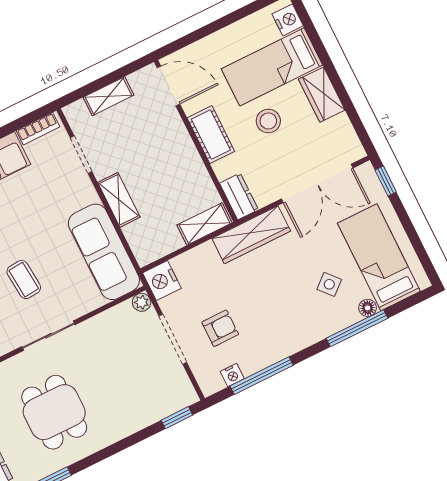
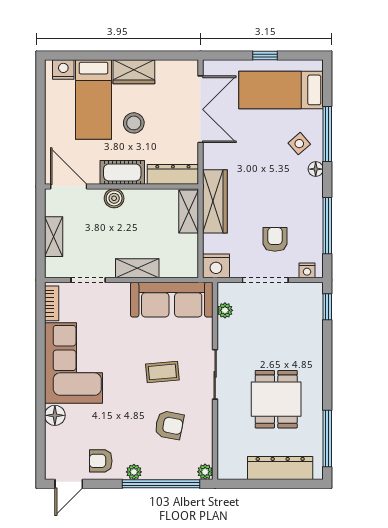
door: (168, 86) -> (69, 186), hinge flipped
boiler: (180, 139) -> (114, 198), added
window: (386, 181) -> (265, 56), moved
dresser: (239, 196) -> (173, 174), width x1.44
wardrobe: (251, 235) -> (215, 201), moved
side table: (329, 284) -> (299, 144), moved
plant: (142, 302) -> (225, 310), moved
floor lamp: (368, 308) -> (316, 169), moved
nightstand: (232, 375) -> (307, 270), moved, turned 90
dining table: (54, 412) -> (276, 399), turned 90

